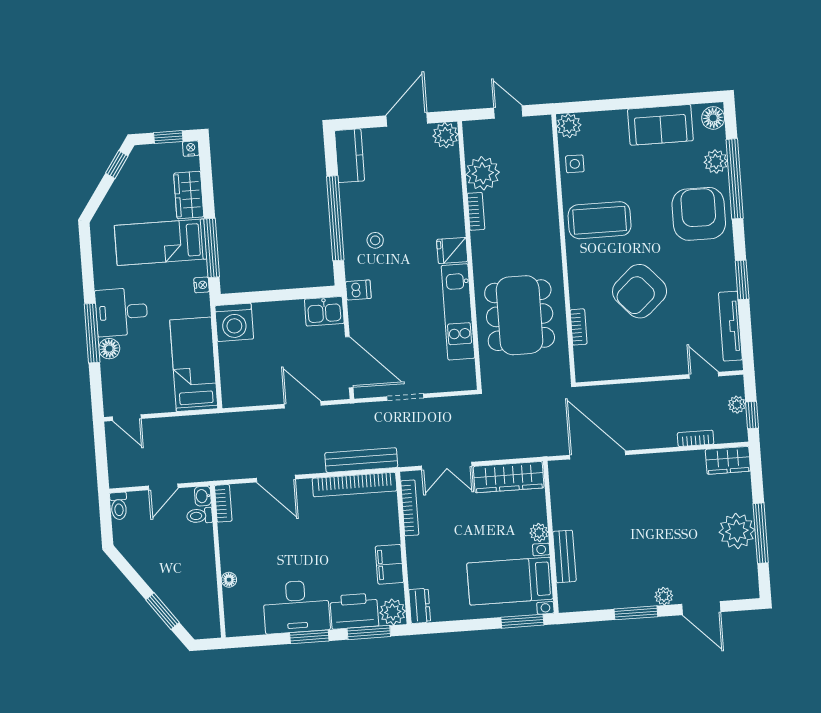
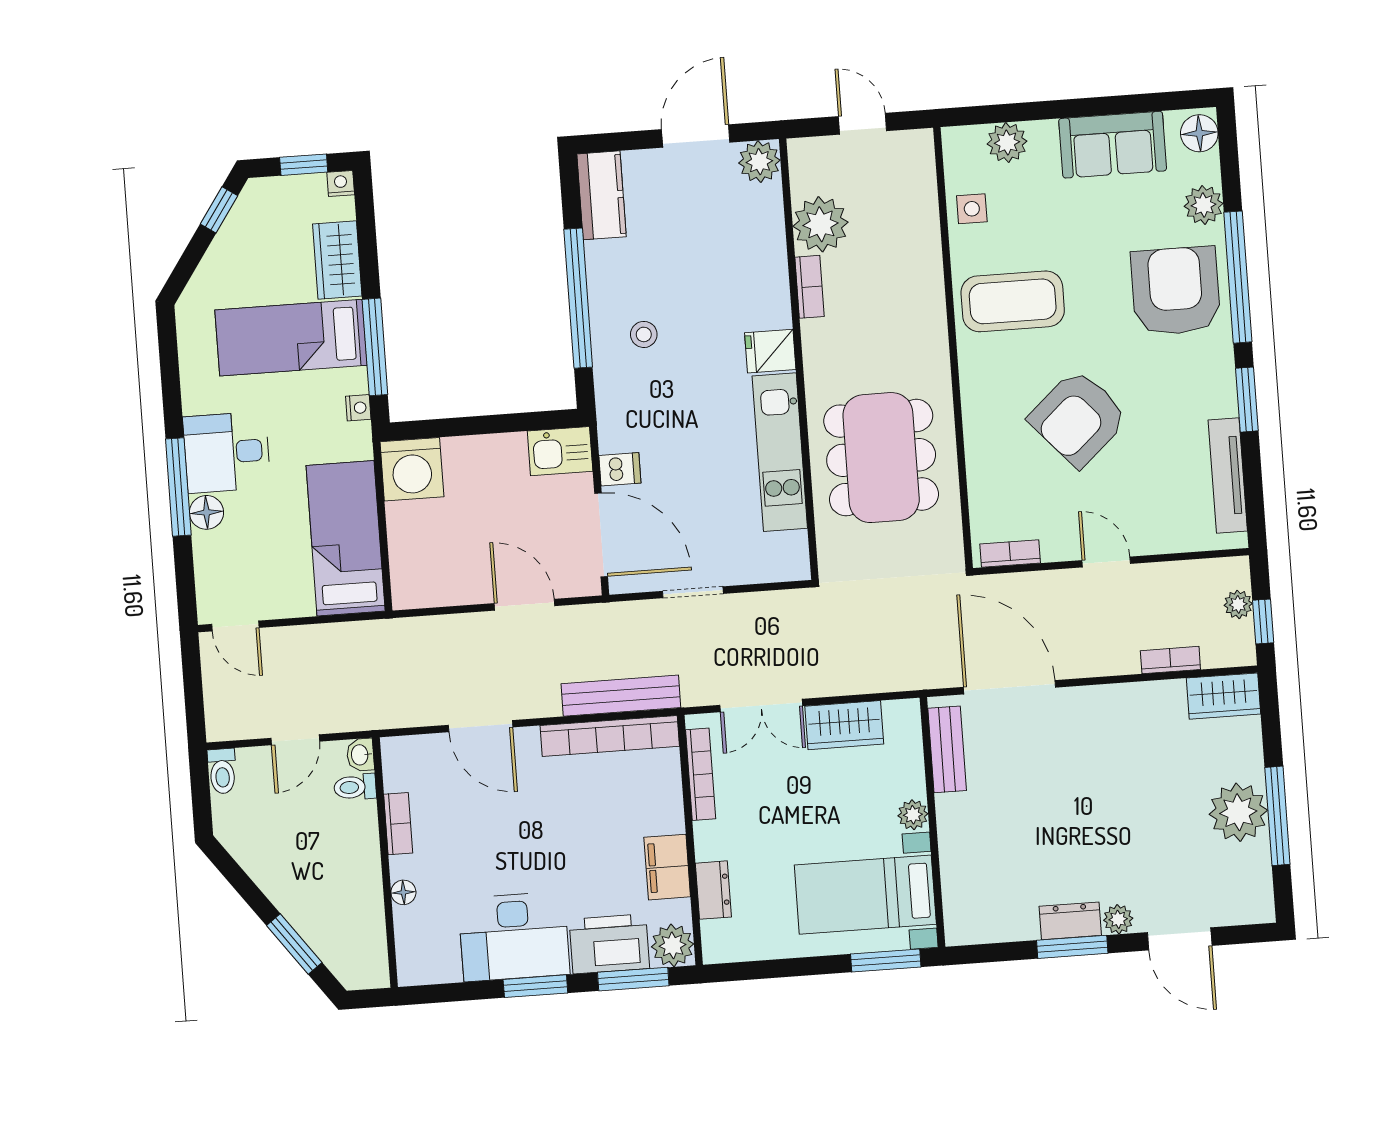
plant: (569, 126) -> (1007, 143), moved
window: (735, 179) -> (1238, 277), moved
dishwasher: (358, 290) -> (620, 469), moved
bookcase: (579, 327) -> (1010, 554), moved, turned -90
door: (704, 375) -> (1106, 562), moved
wardrobe: (509, 477) -> (844, 725), width x0.67
bookcase: (223, 503) -> (398, 824), moved
bench: (564, 556) -> (947, 749), moved
dresser: (635, 597) -> (1070, 921), added
dresser: (420, 606) -> (713, 890), moved

